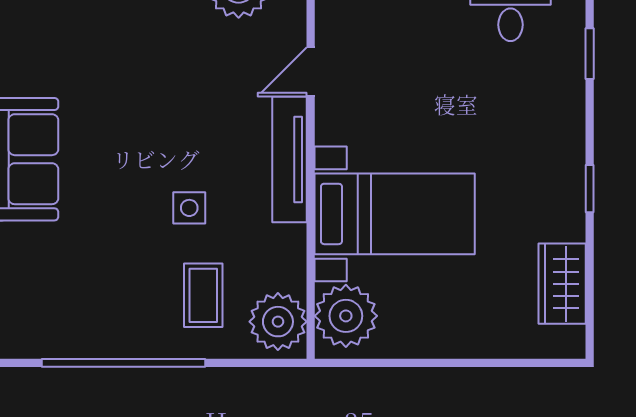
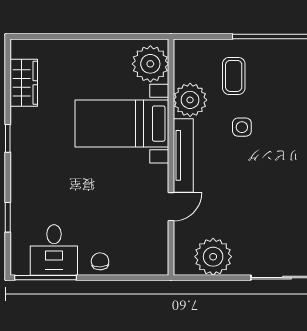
plant: (278, 322) -> (190, 100), moved

